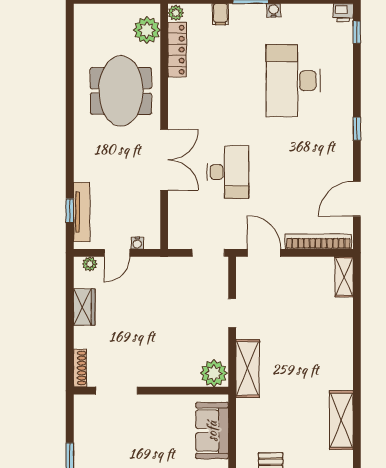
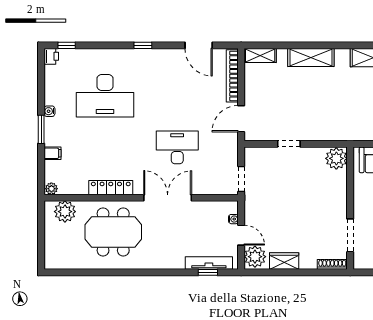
locker: (177, 50) -> (111, 188), moved
doorway: (208, 253) -> (241, 179), moved
plant: (90, 264) -> (255, 257), width x1.88, depth x1.88
shelving: (248, 368) -> (311, 58), moved

